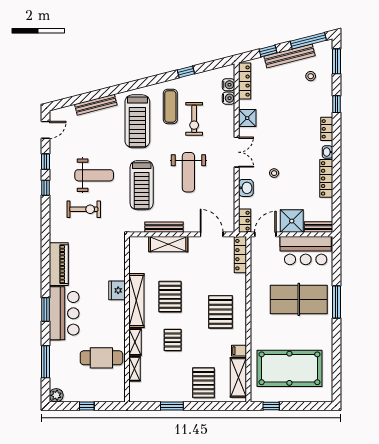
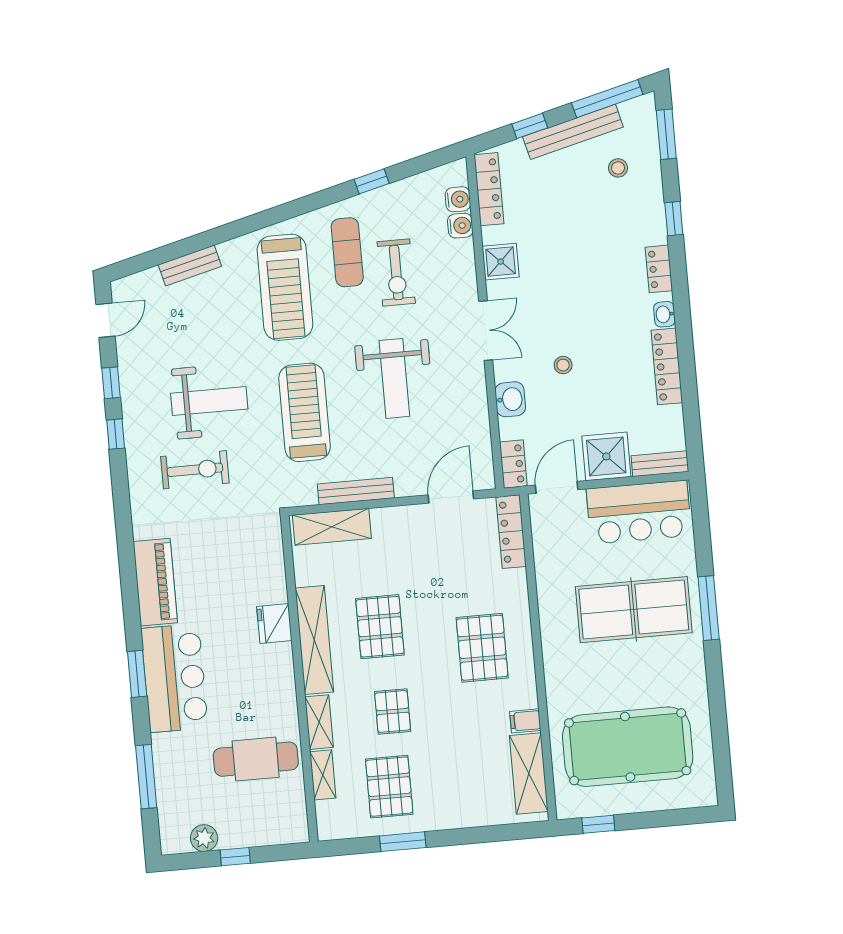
bench: (96, 105) -> (190, 266), width x0.73
treadmill: (142, 185) -> (305, 412), turned 180
door: (212, 234) -> (451, 497), hinge flipped
shelving: (168, 244) -> (332, 527), moved
pallet: (204, 383) -> (389, 787), moved
plant: (56, 395) -> (204, 838), moved

